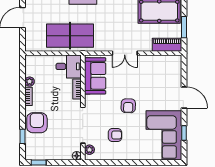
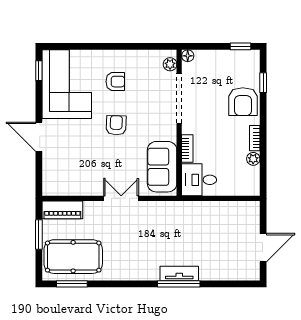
table tennis table: (70, 36) -> (197, 223), removed
window: (184, 133) -> (39, 71), moved
armchair: (115, 135) -> (115, 82), moved, turned 180

